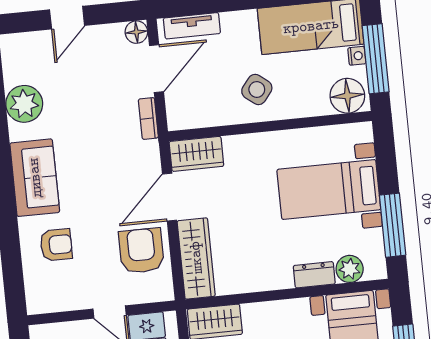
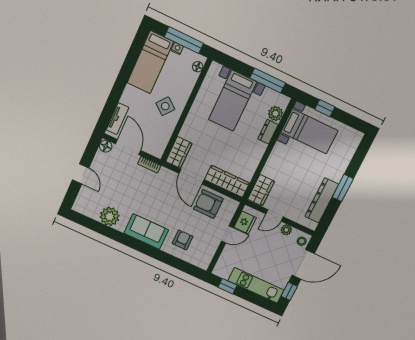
floor lamp: (347, 96) -> (198, 67), width x0.53, depth x0.53

